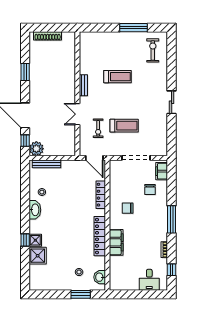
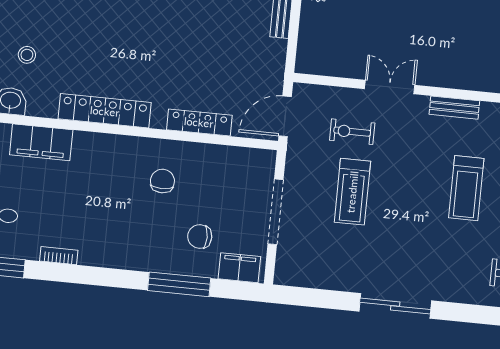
sliding door: (172, 102) -> (395, 306), width x1.37
window: (172, 219) -> (179, 284), moved
filing cabinet: (116, 242) -> (41, 142), moved

